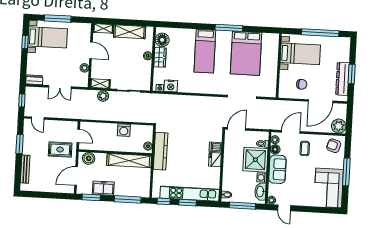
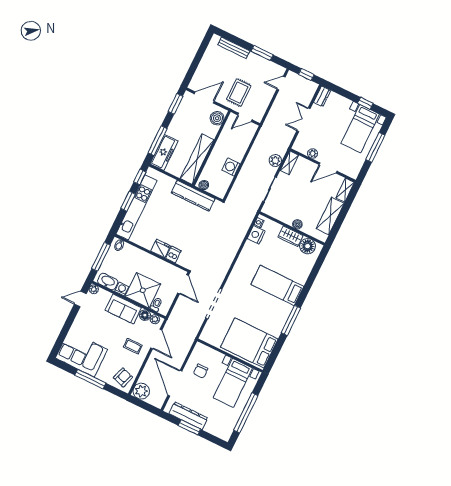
bed: (246, 53) -> (249, 343), moved
door: (76, 176) -> (204, 97), hinge flipped
freezer: (103, 188) -> (164, 152), moved, width x1.40

